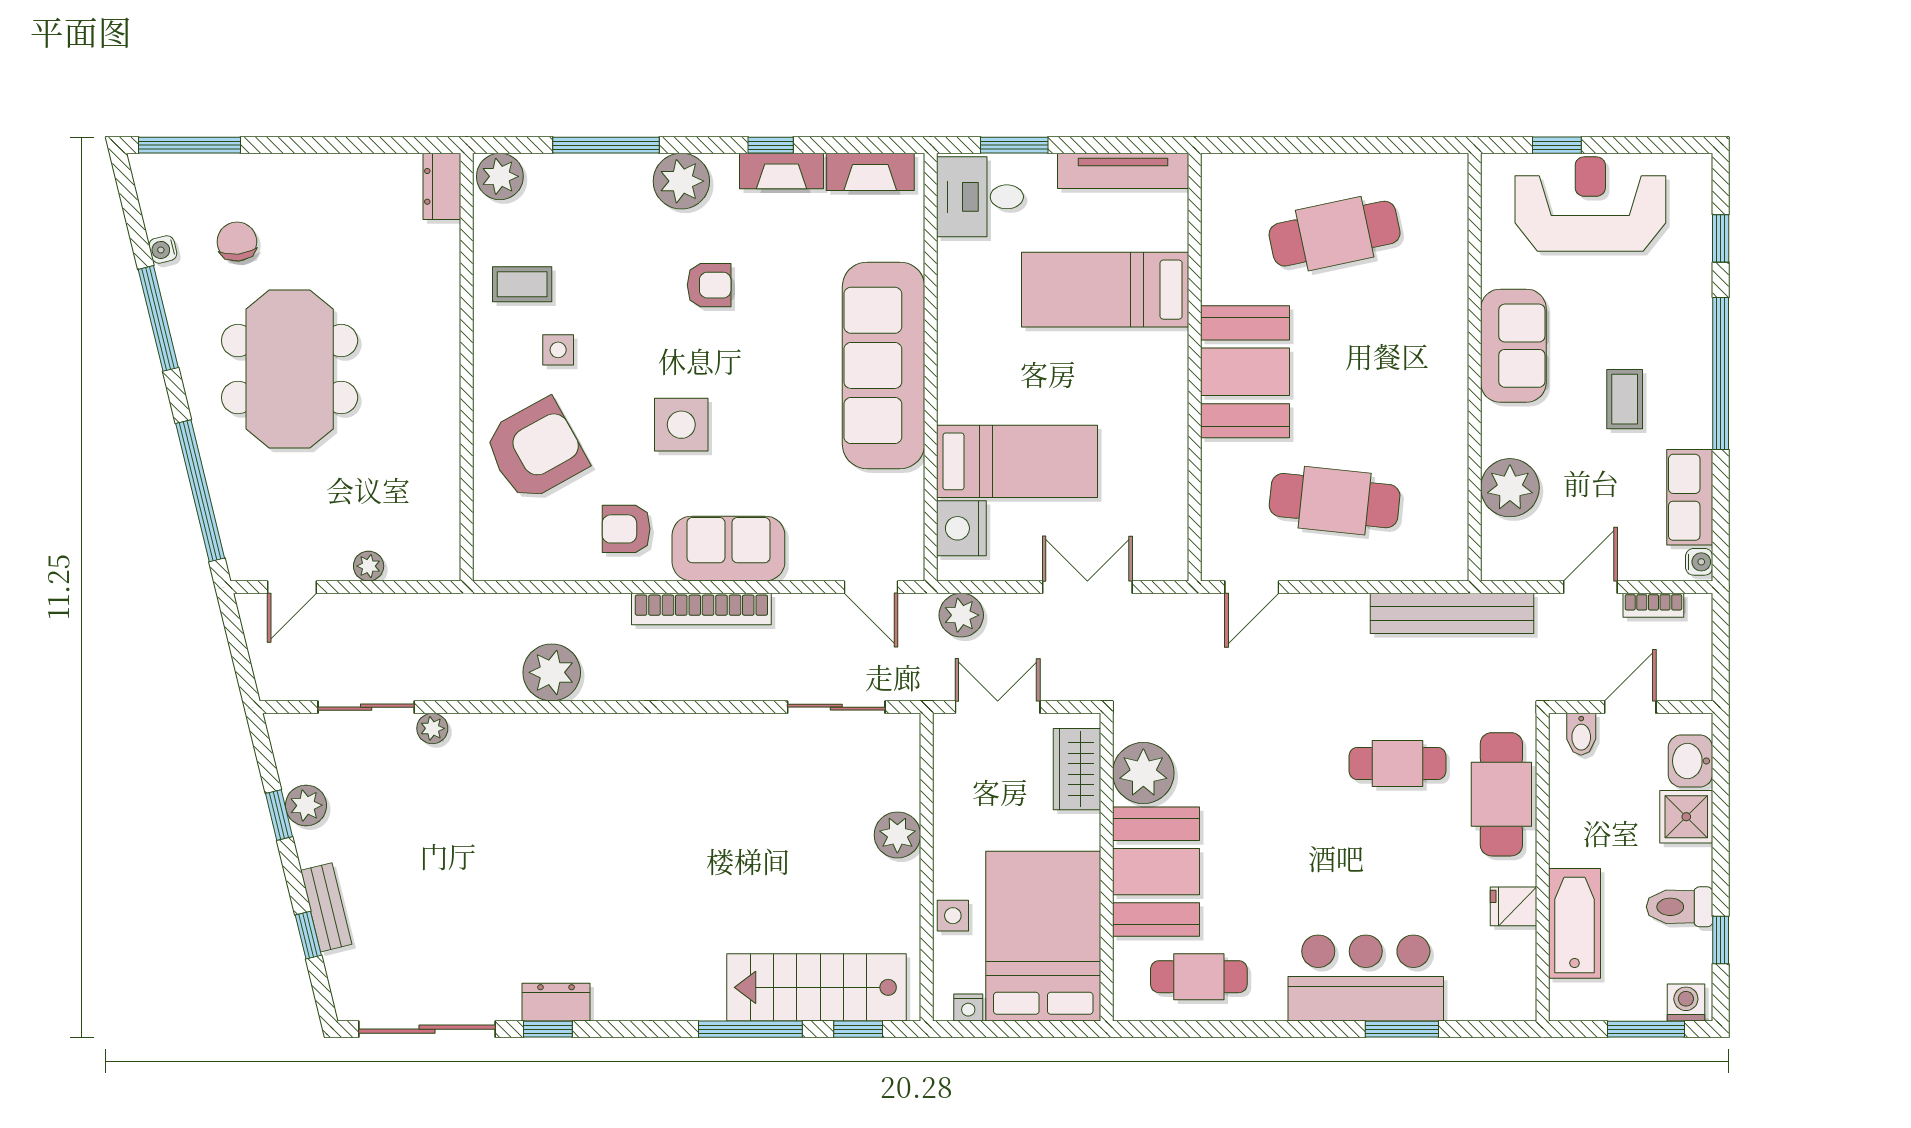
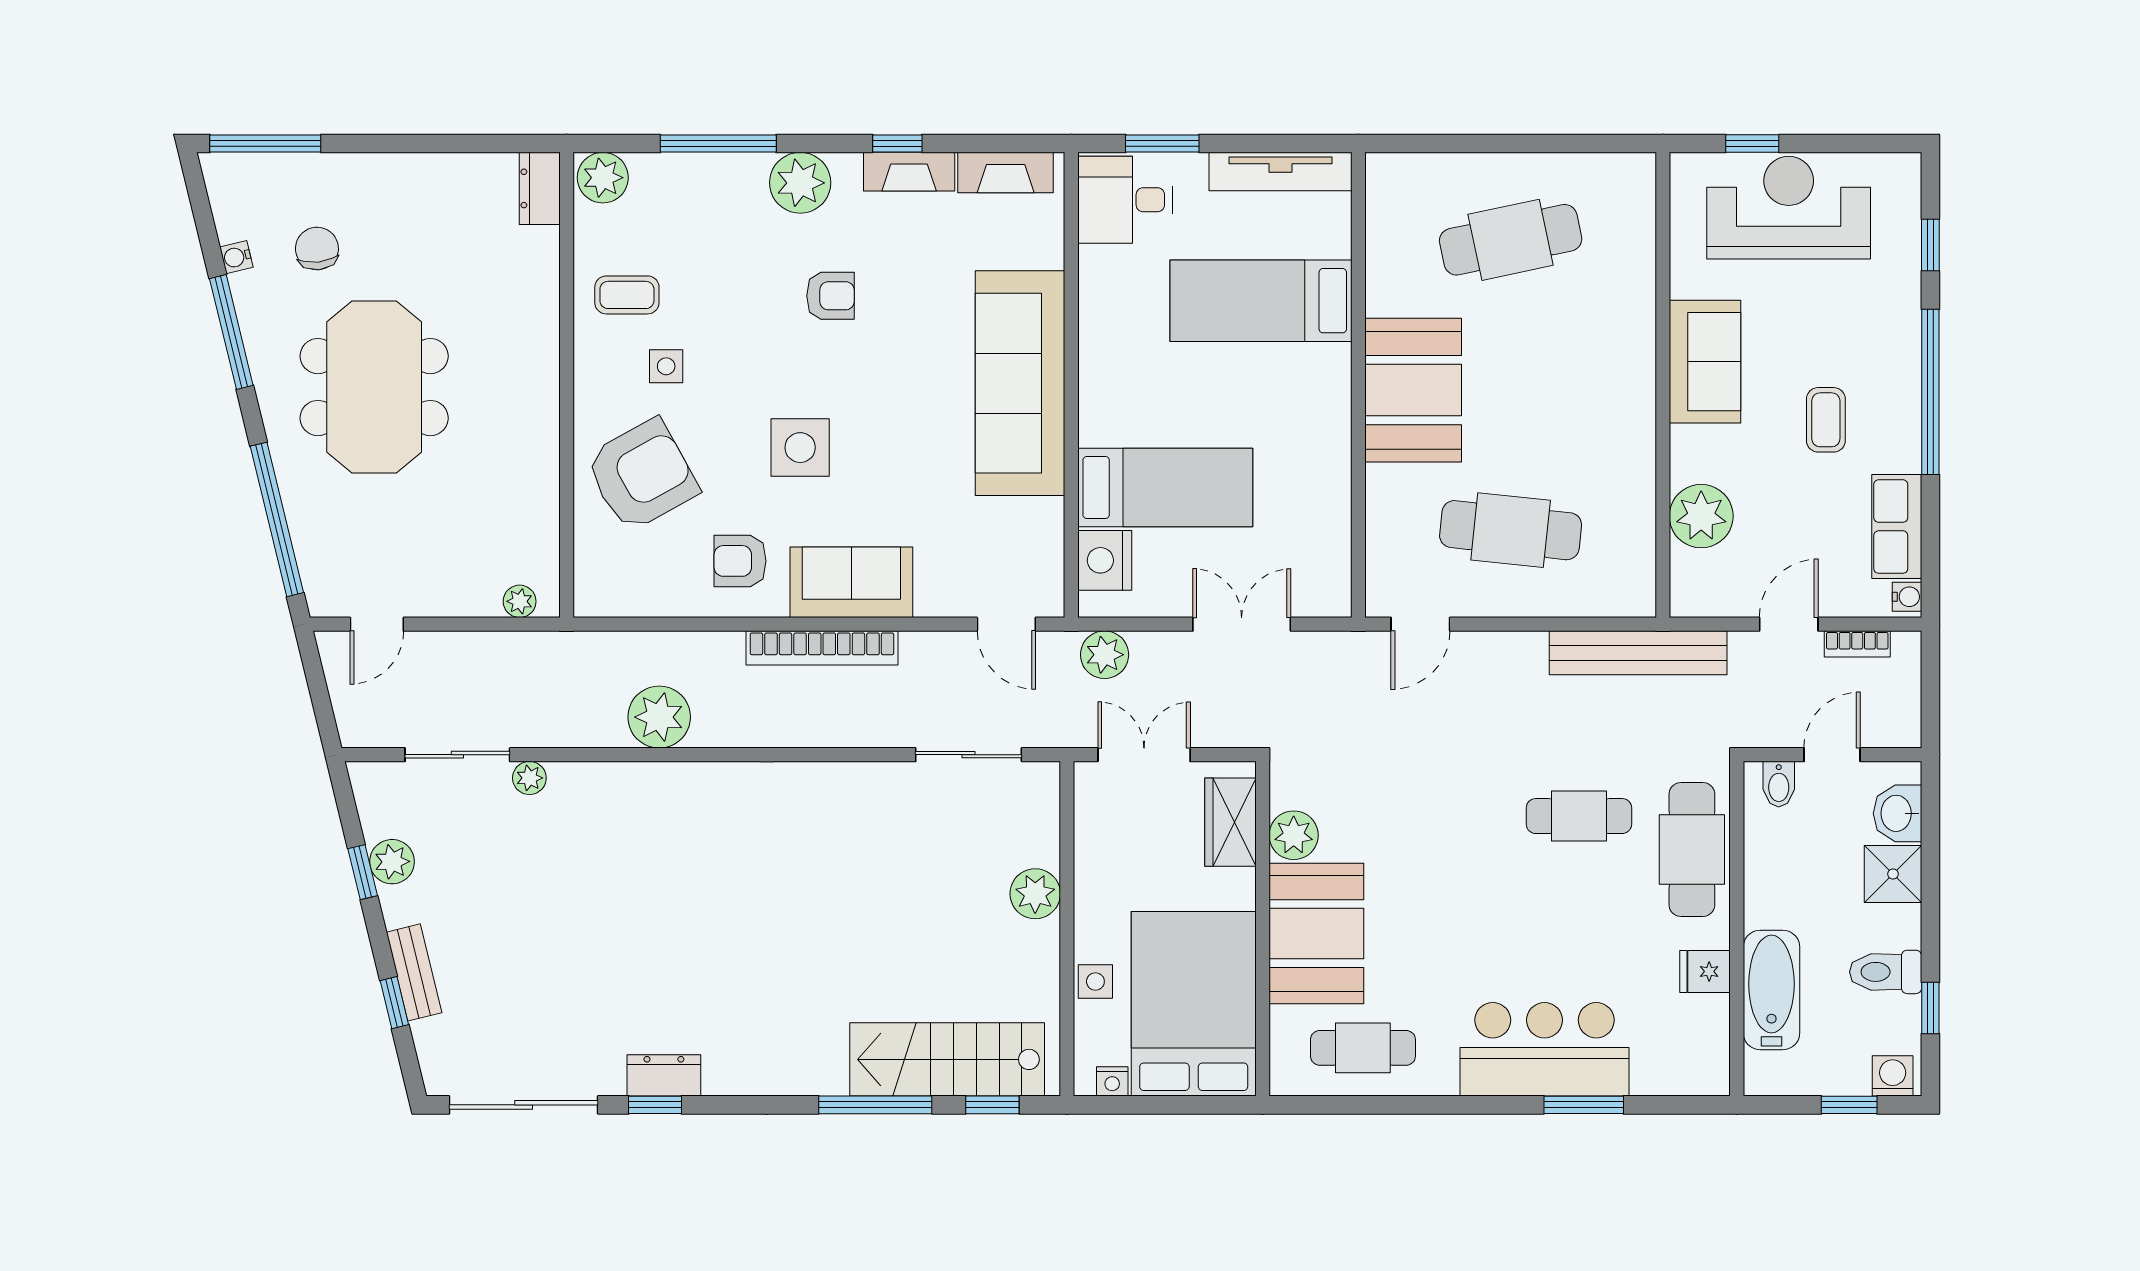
plant: (369, 566) -> (520, 601), moved
plant: (1143, 773) -> (1294, 835), width x0.73, depth x0.73
window: (1646, 1029) -> (1849, 1105), width x0.67

